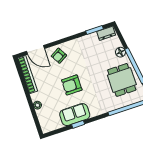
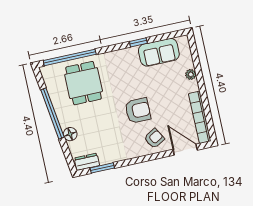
dining table: (122, 80) -> (84, 83), moved
armchair: (72, 85) -> (138, 111), moved
sofa: (75, 115) -> (159, 52), moved

